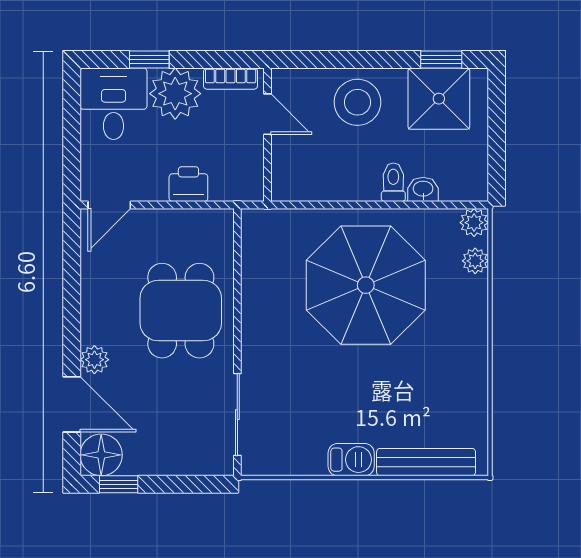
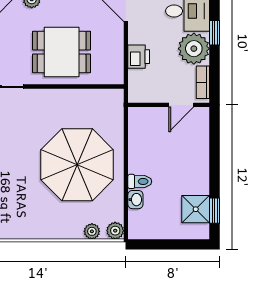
shower: (439, 99) -> (196, 209), width x0.73, depth x0.73
stool: (357, 102) -> (188, 160), removed

